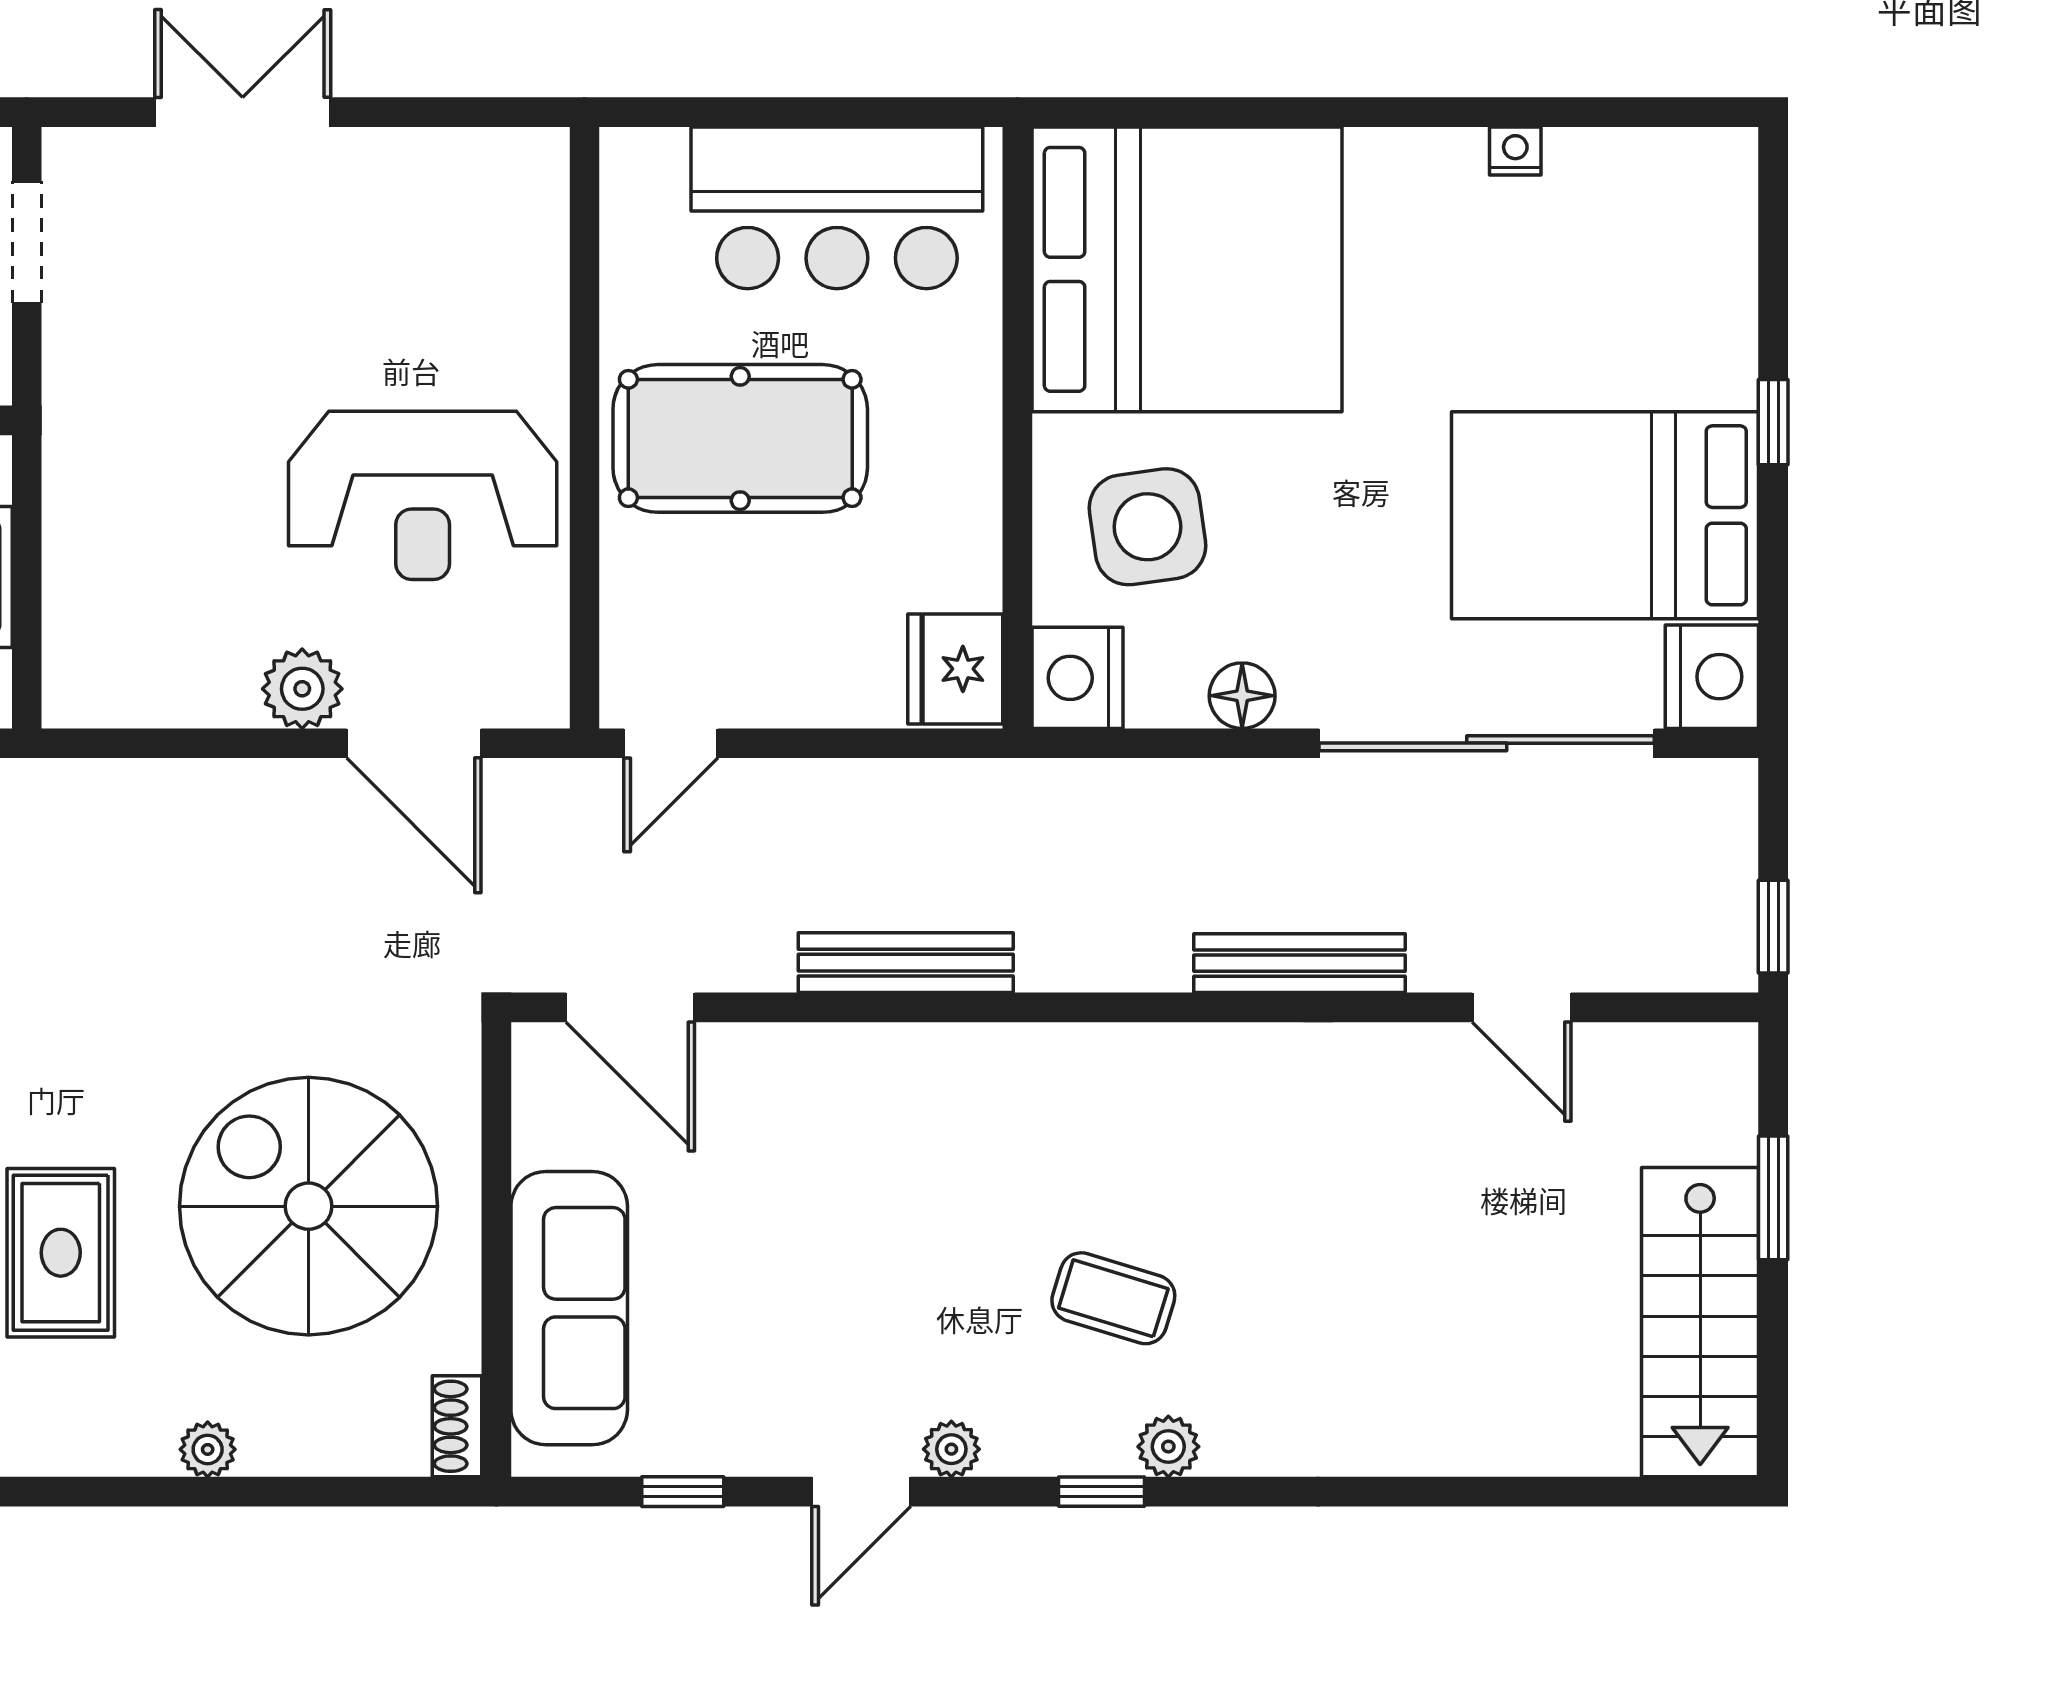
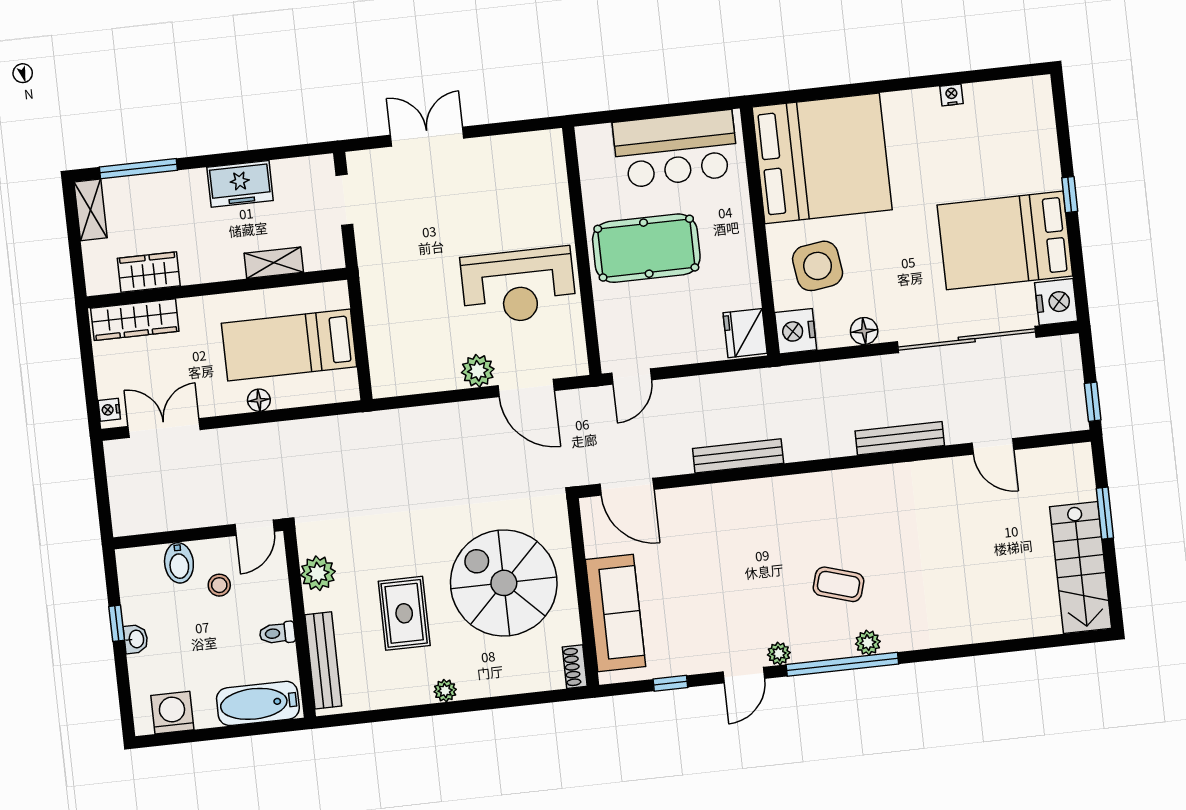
plant: (208, 1449) -> (445, 691), moved
window: (1102, 1492) -> (842, 664), width x3.17

